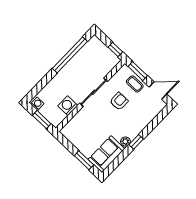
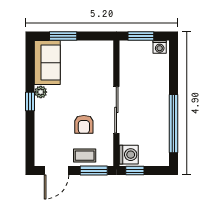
washing machine: (68, 106) -> (129, 155), moved

